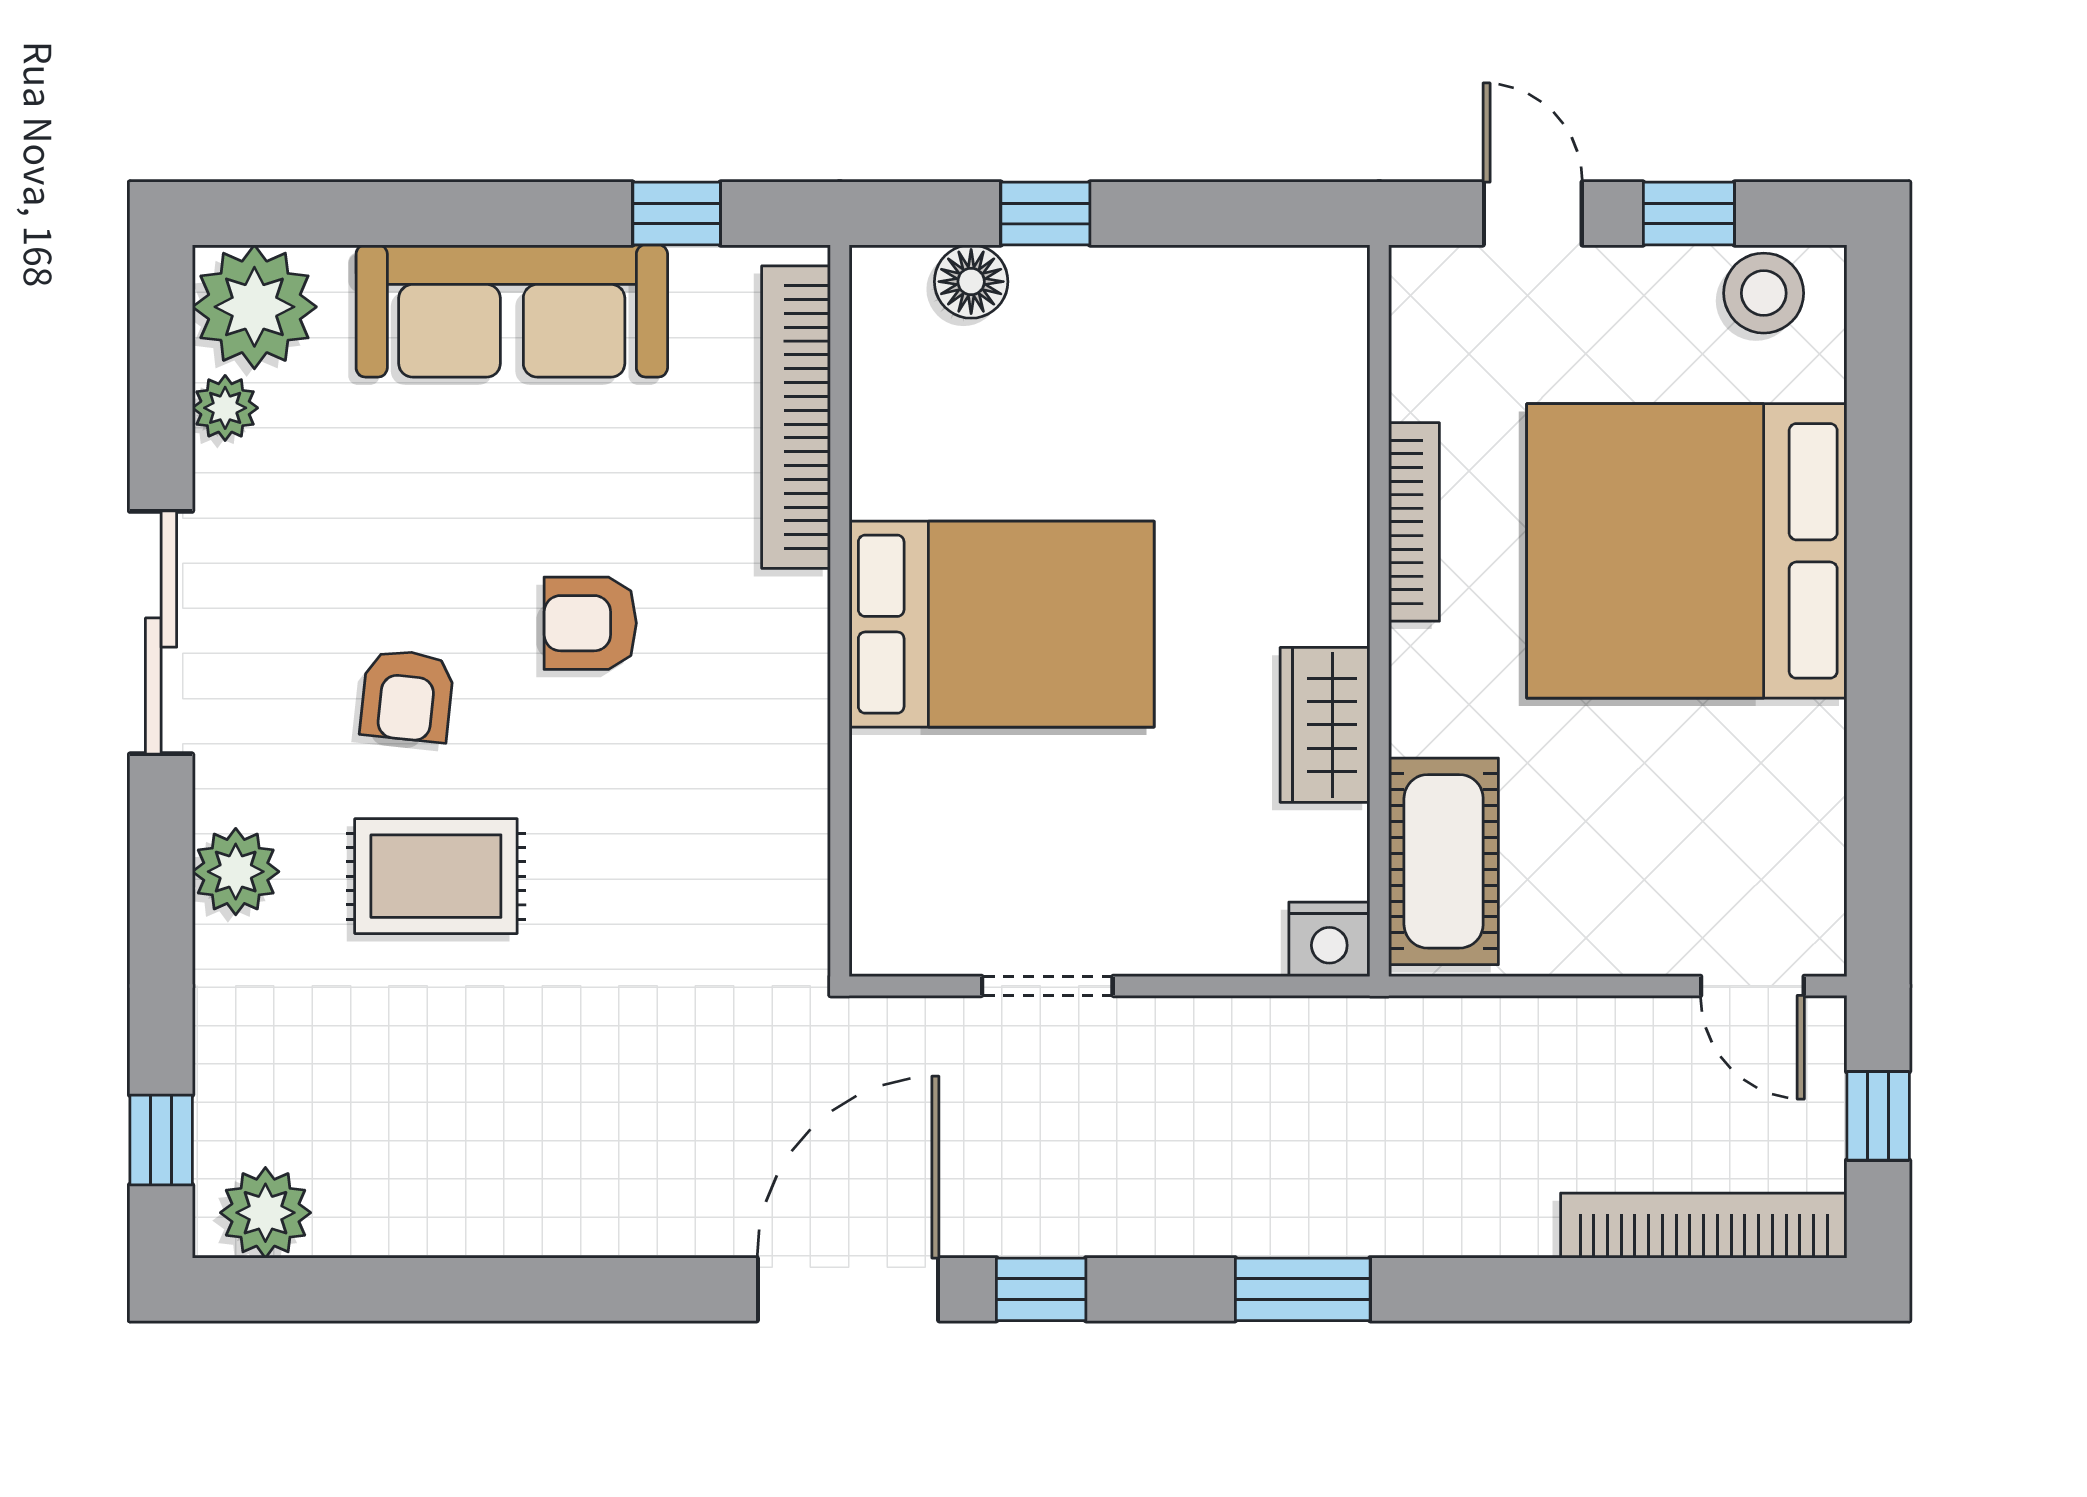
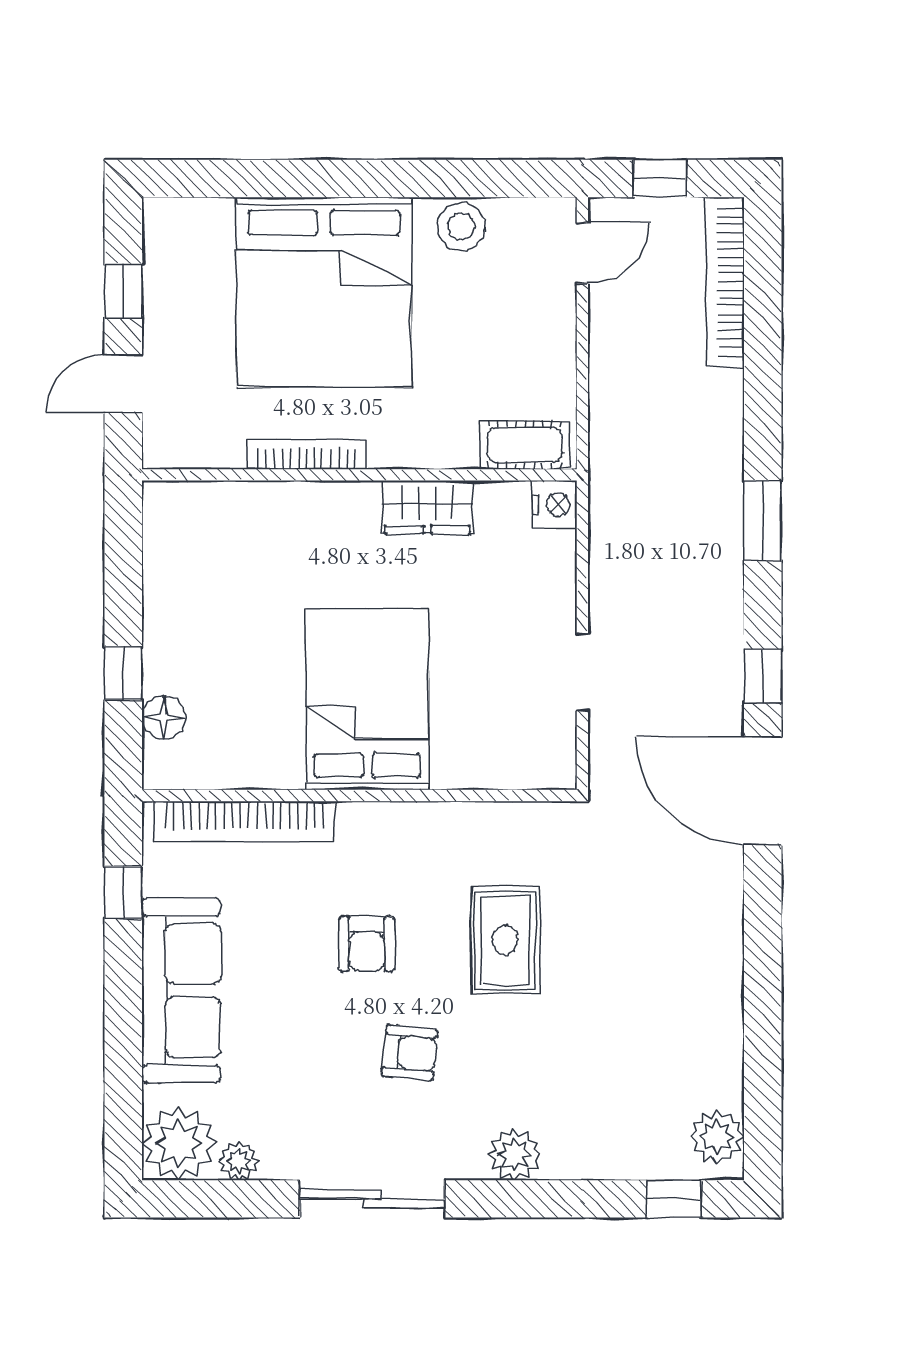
stool: (1764, 293) -> (461, 227), moved
cot: (1444, 861) -> (525, 445), width x0.73, depth x0.75
rug: (436, 876) -> (505, 940), moved

